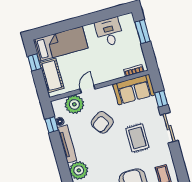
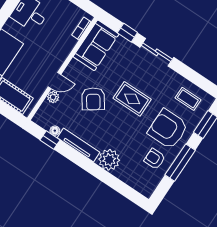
door: (88, 89) -> (54, 81), swing flipped
plant: (74, 104) -> (53, 97), width x0.53, depth x0.53
rug: (137, 138) -> (132, 99), moved

